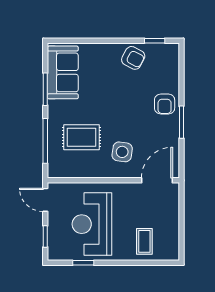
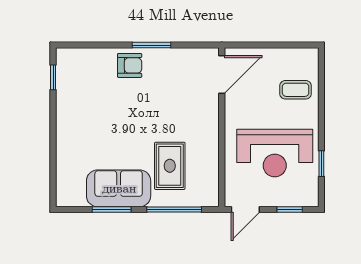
armchair: (133, 58) -> (74, 103), removed
sofa: (63, 72) -> (119, 188), moved
side table: (122, 152) -> (187, 117), removed
door: (157, 180) -> (222, 74), swing flipped

